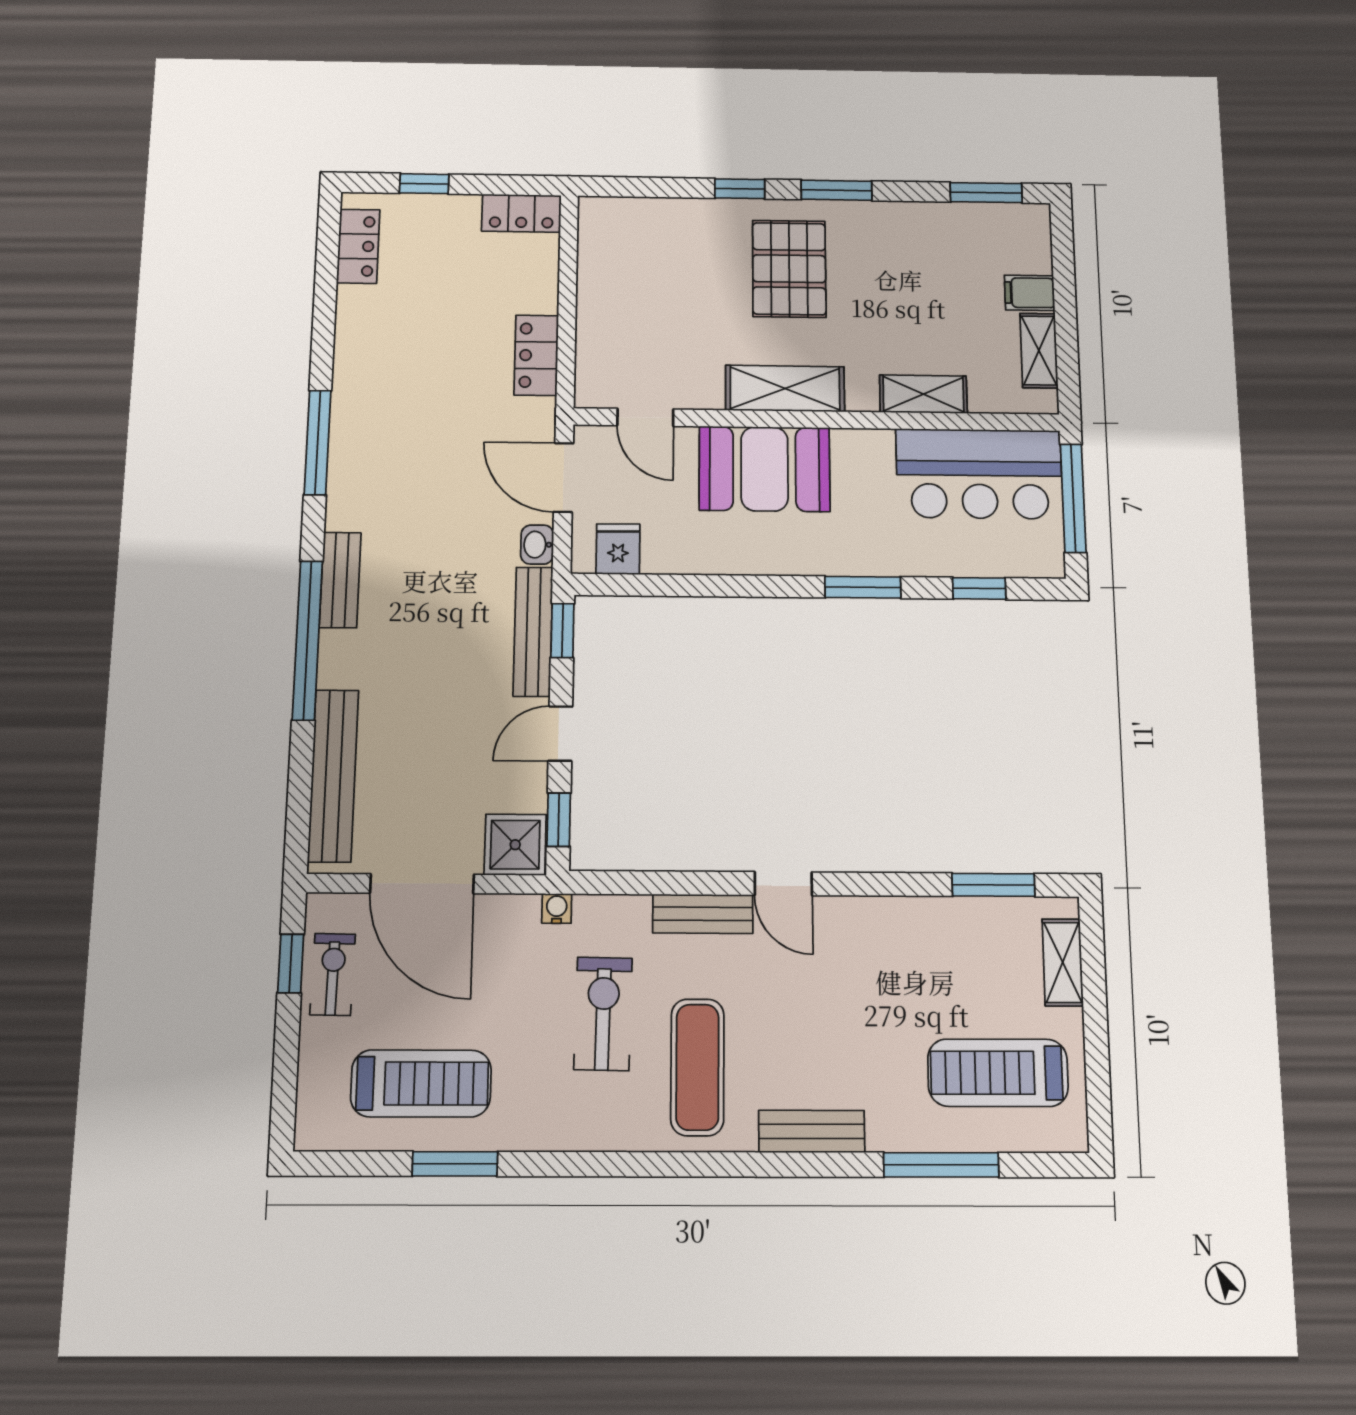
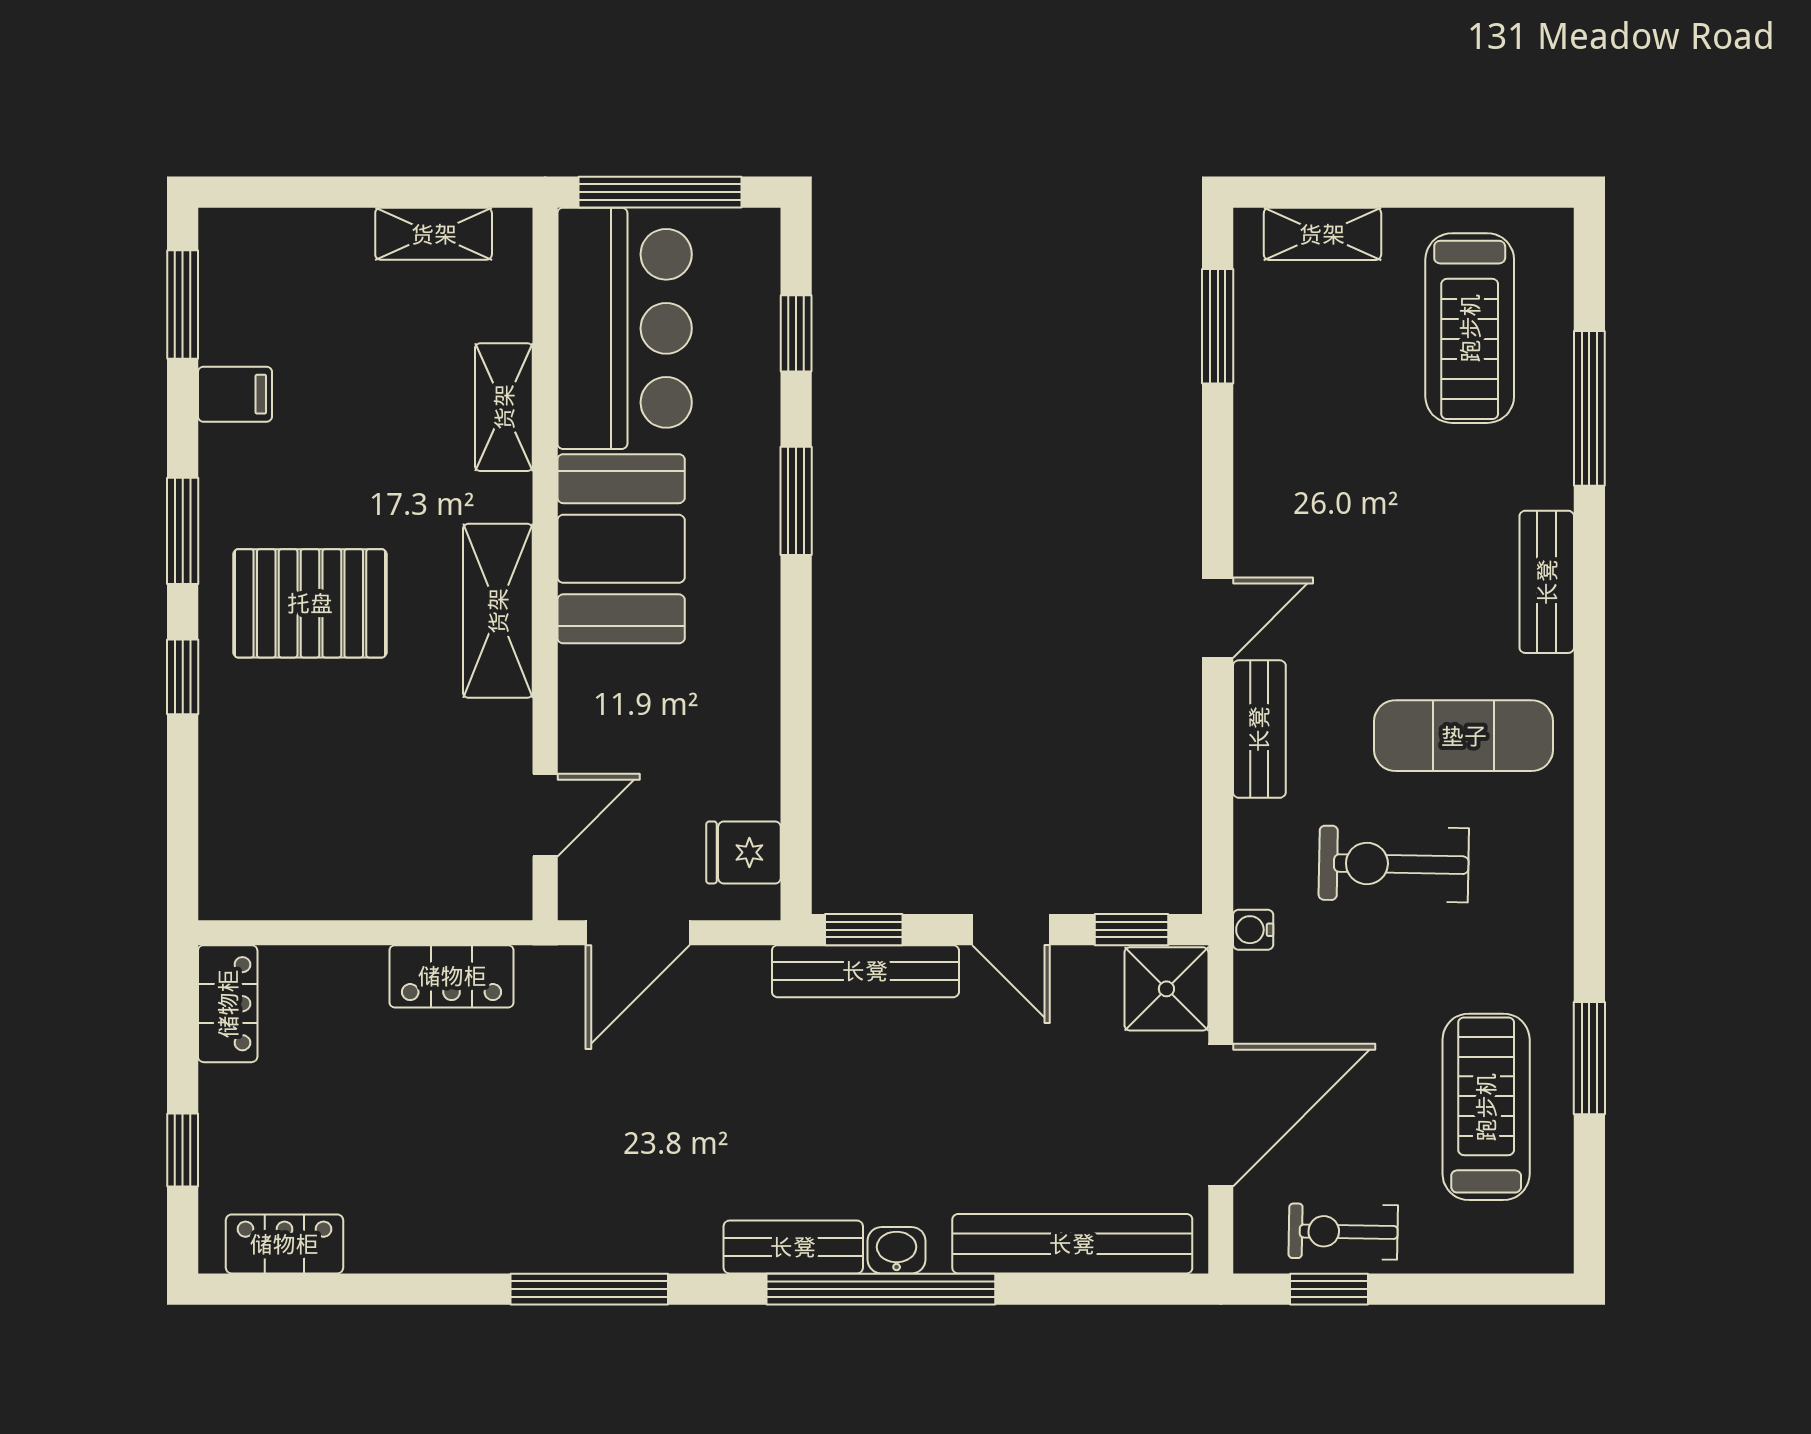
filing cabinet: (1030, 293) -> (235, 394), moved, turned -90
booth: (764, 469) -> (621, 549), moved
washbasin: (537, 545) -> (897, 1250), moved, turned 180

